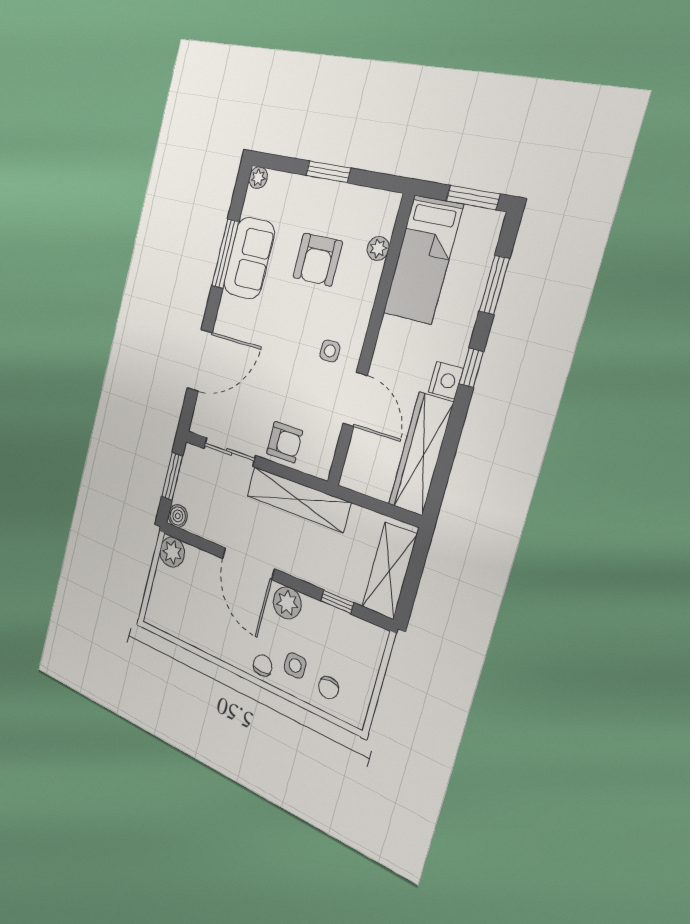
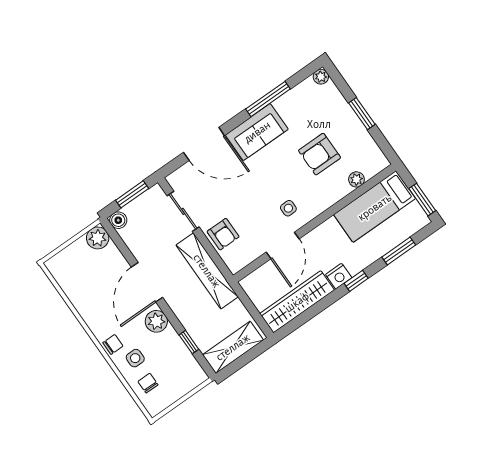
sofa: (249, 258) -> (257, 132), moved
chair: (328, 688) -> (148, 383), turned 90

